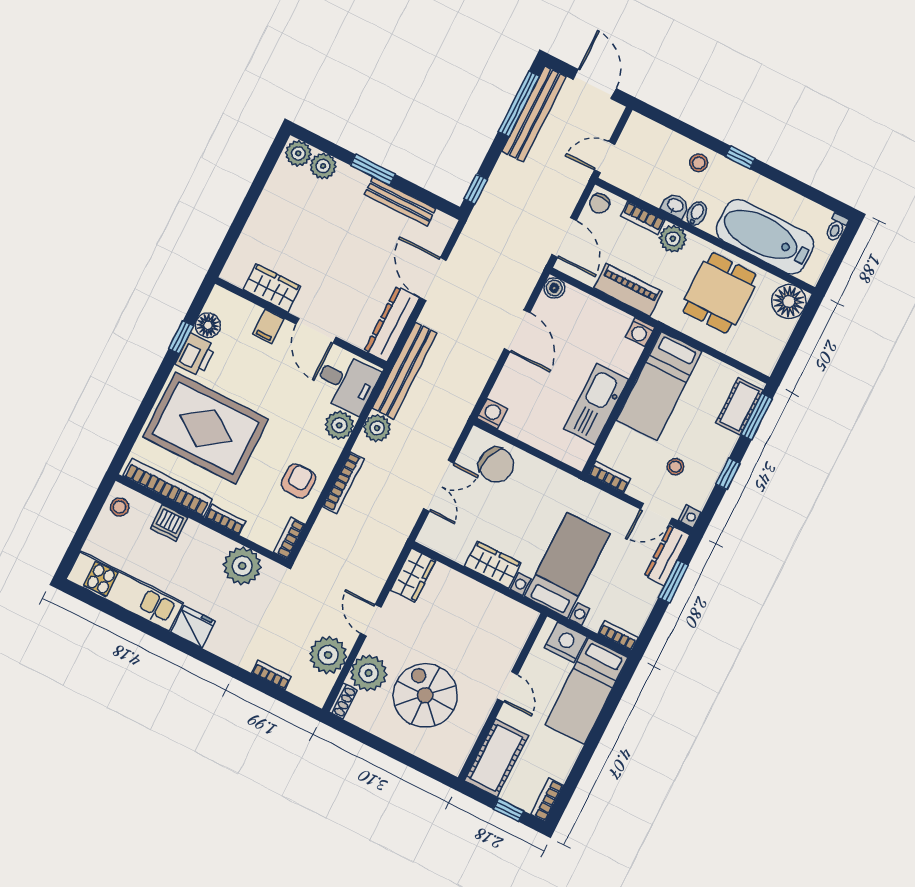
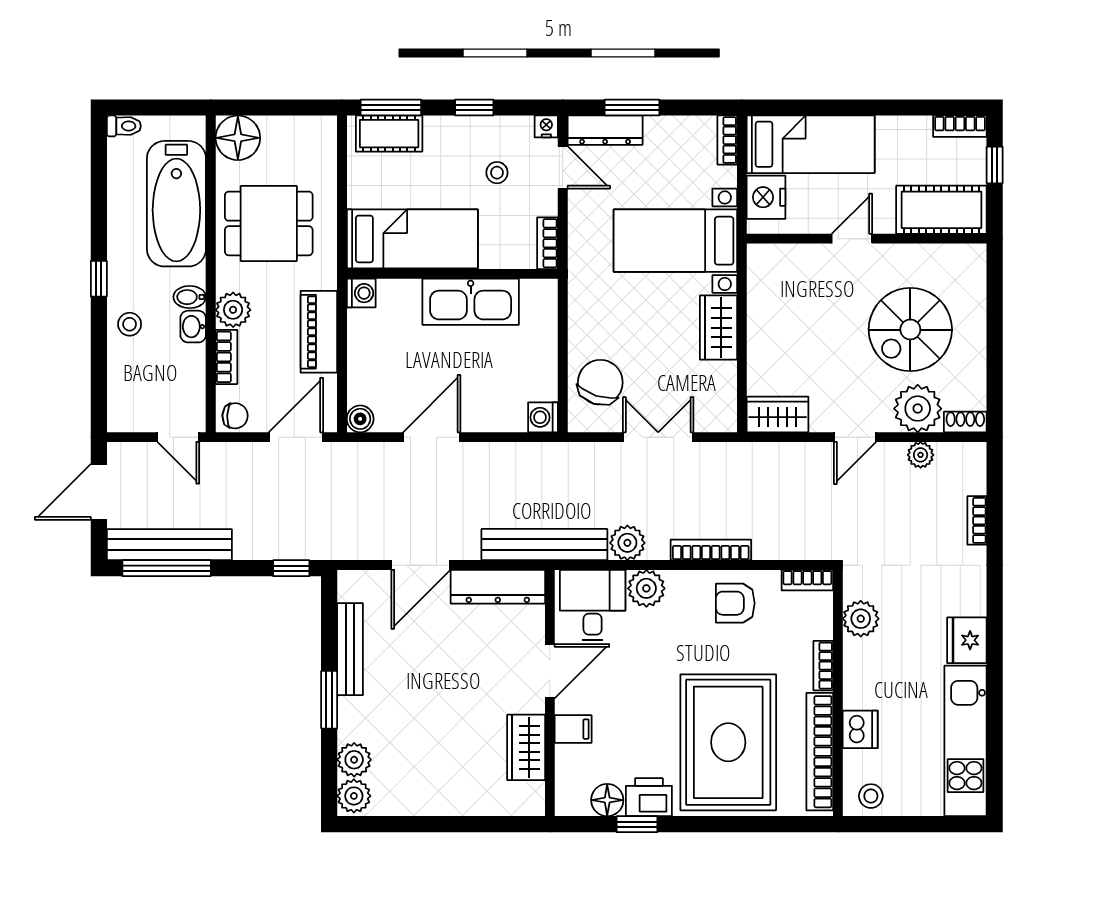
plant: (242, 566) -> (861, 619), width x0.73, depth x0.73
plant: (328, 655) -> (921, 455), width x0.53, depth x0.53

